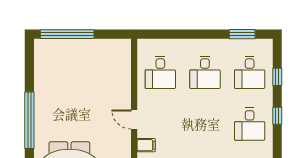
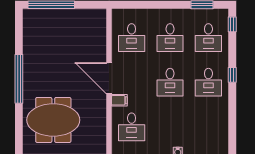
window: (277, 77) -> (232, 24), moved
door: (134, 119) -> (109, 78), width x1.87
desk: (205, 124) -> (170, 82), added

